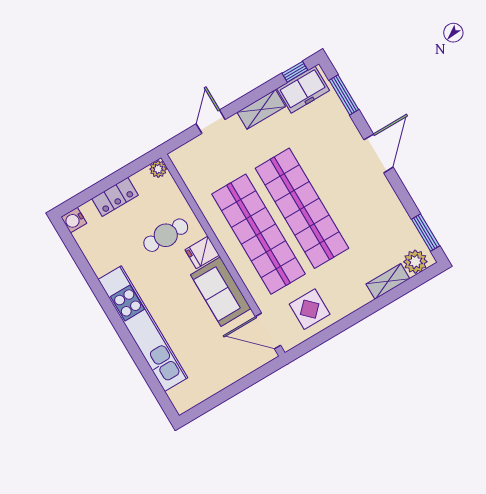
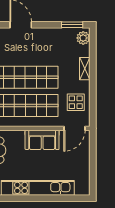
fridge: (202, 252) -> (18, 138), removed
shelving: (388, 281) -> (85, 69), moved

